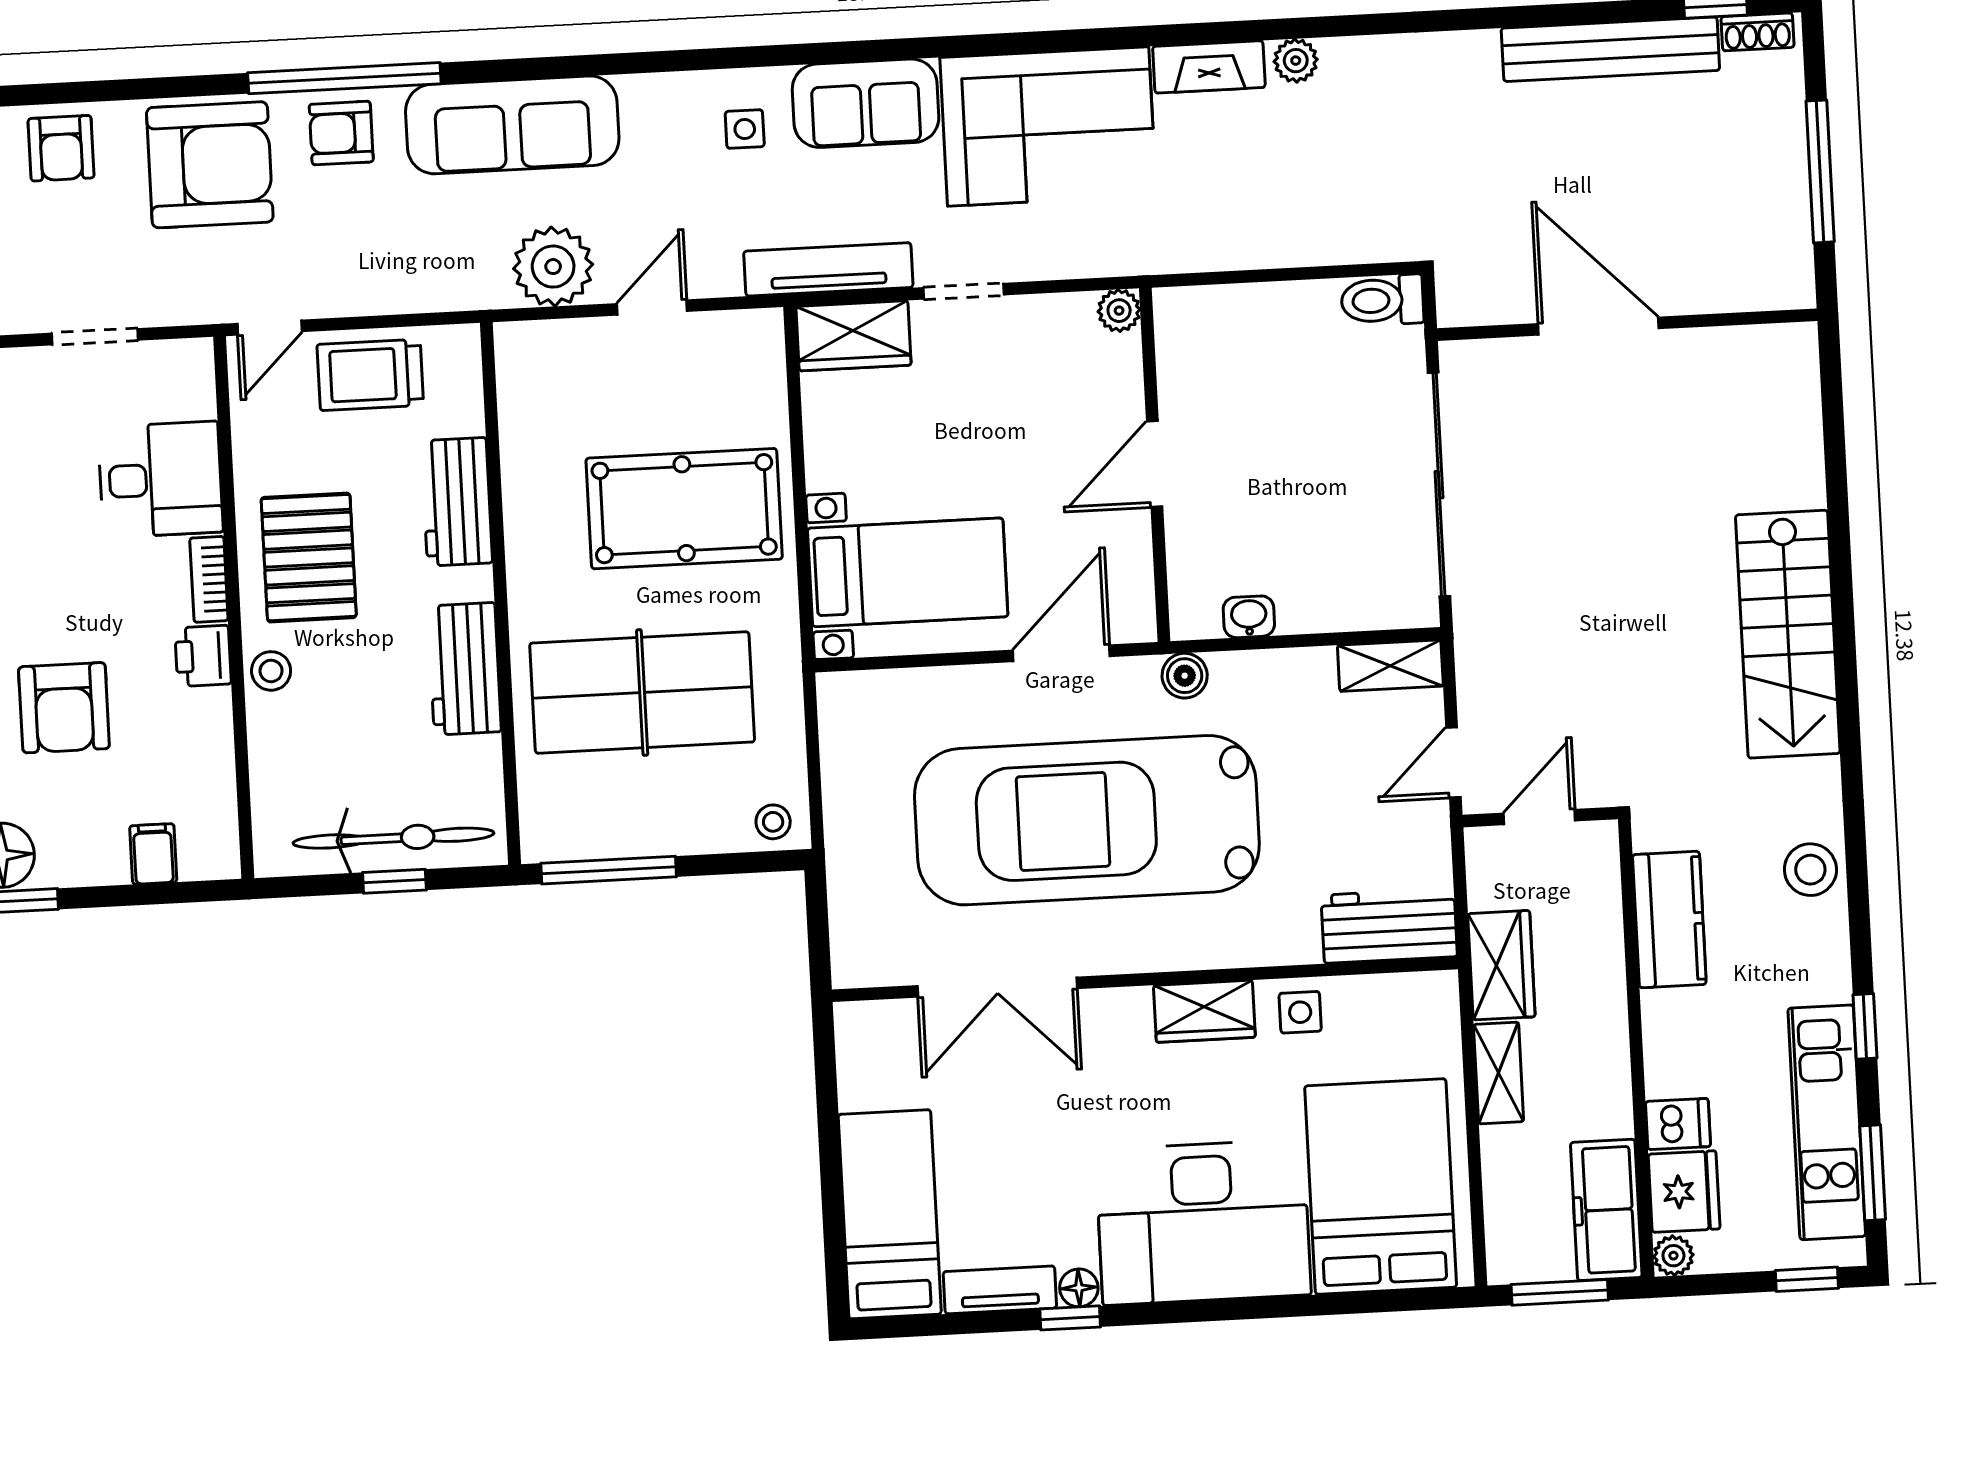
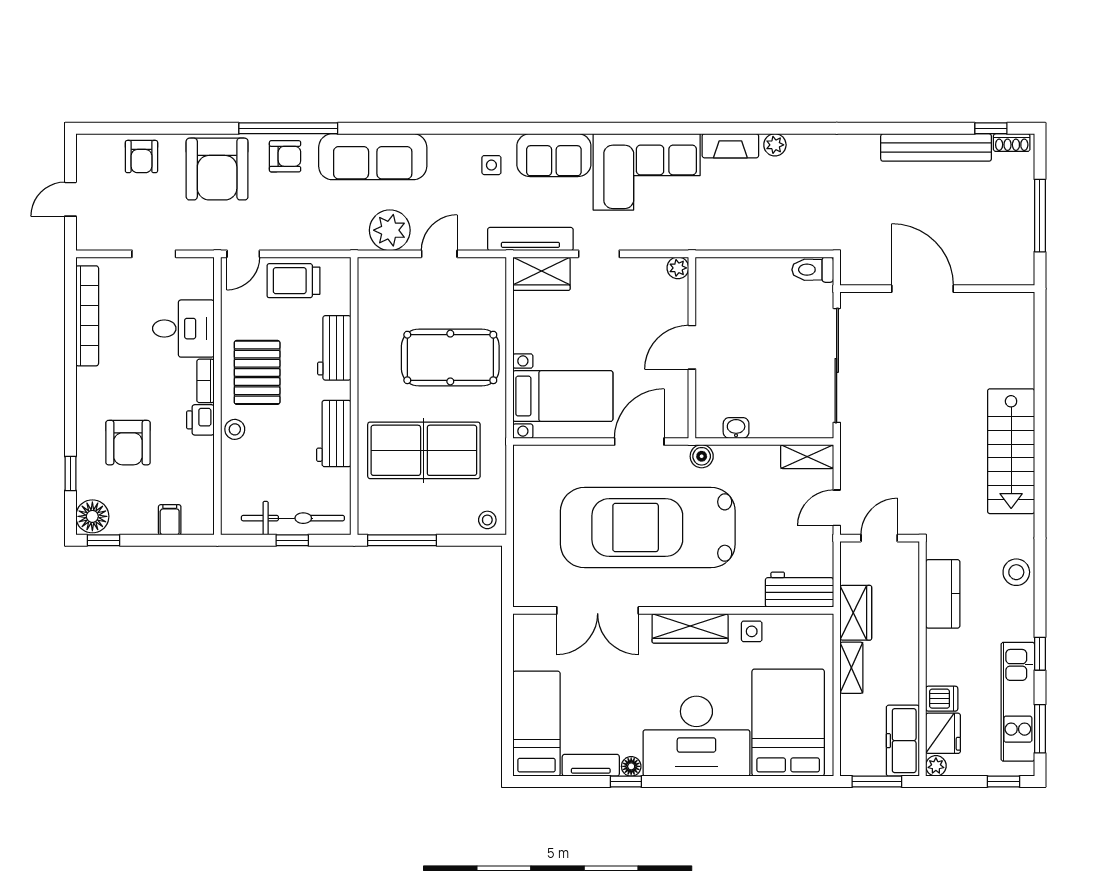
armchair: (341, 133) -> (285, 156), turned 180
armchair: (210, 165) -> (217, 169), turned 90
wardrobe: (1204, 1011) -> (690, 628), width x1.50

